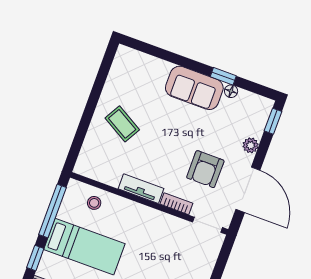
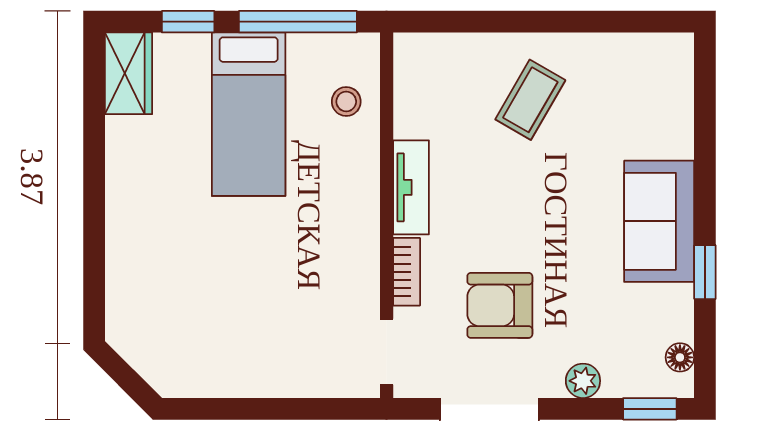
floor lamp: (231, 91) -> (680, 357), moved

